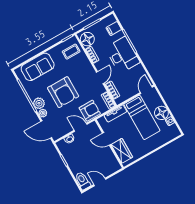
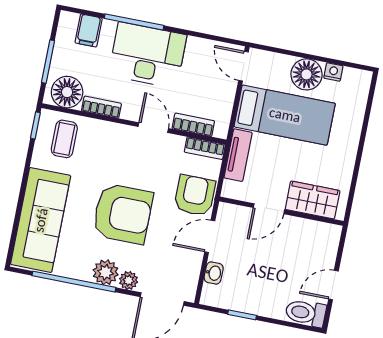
sofa: (38, 67) -> (41, 220), width x1.36

